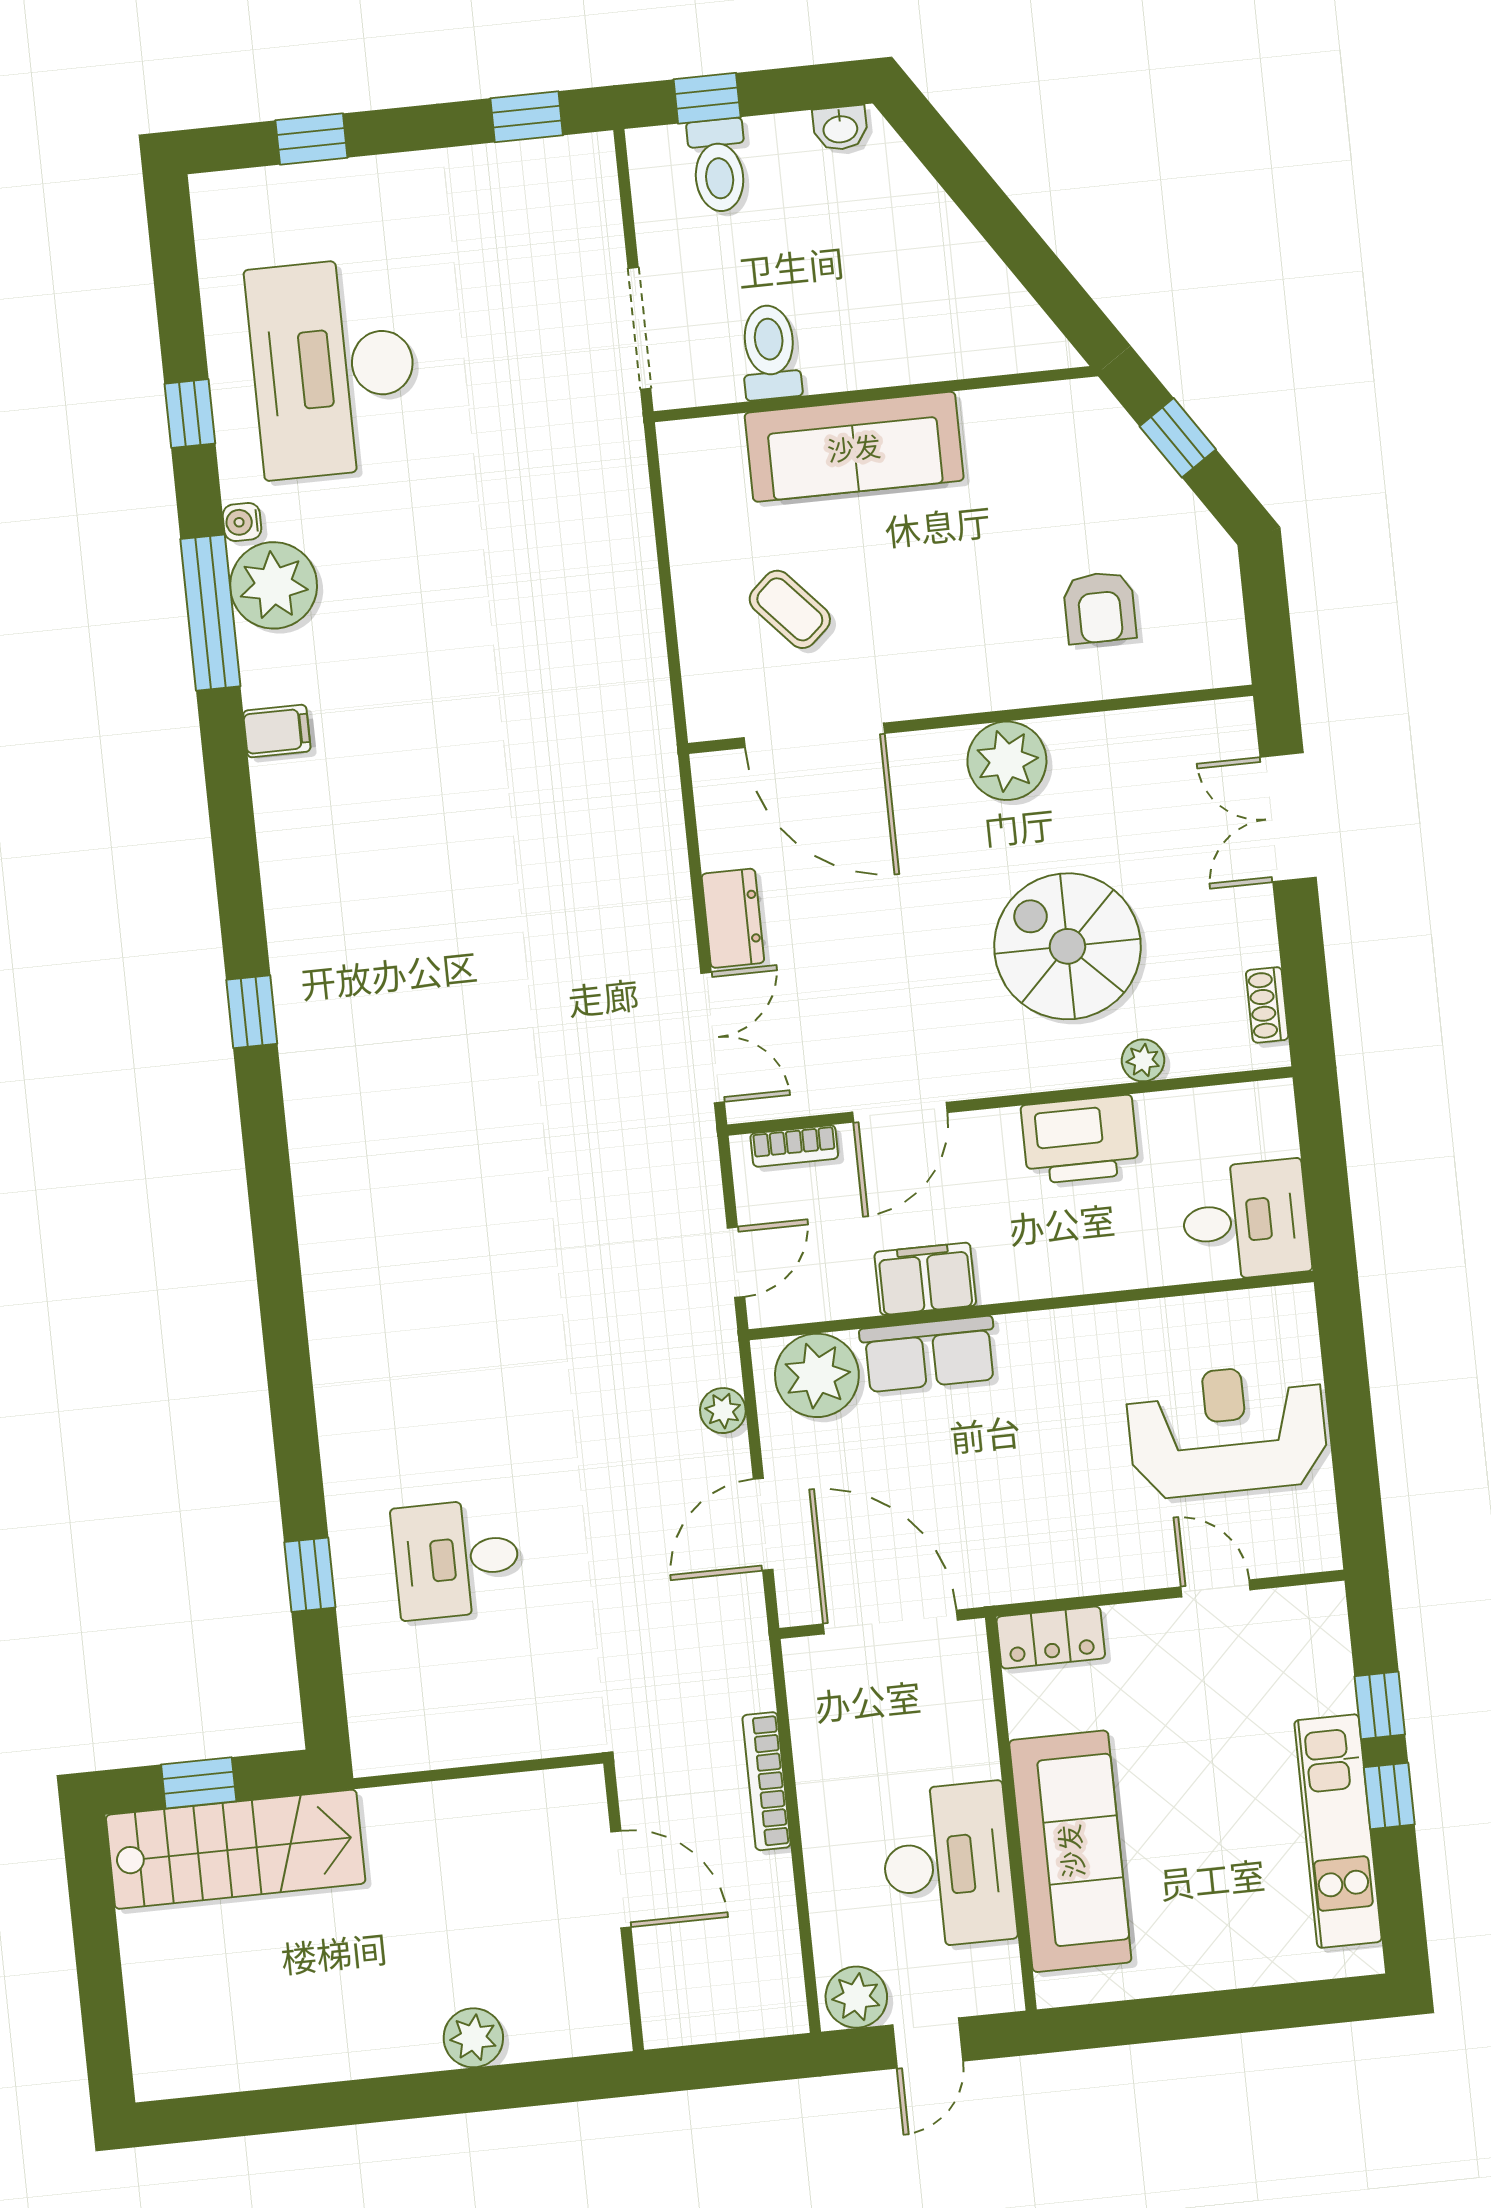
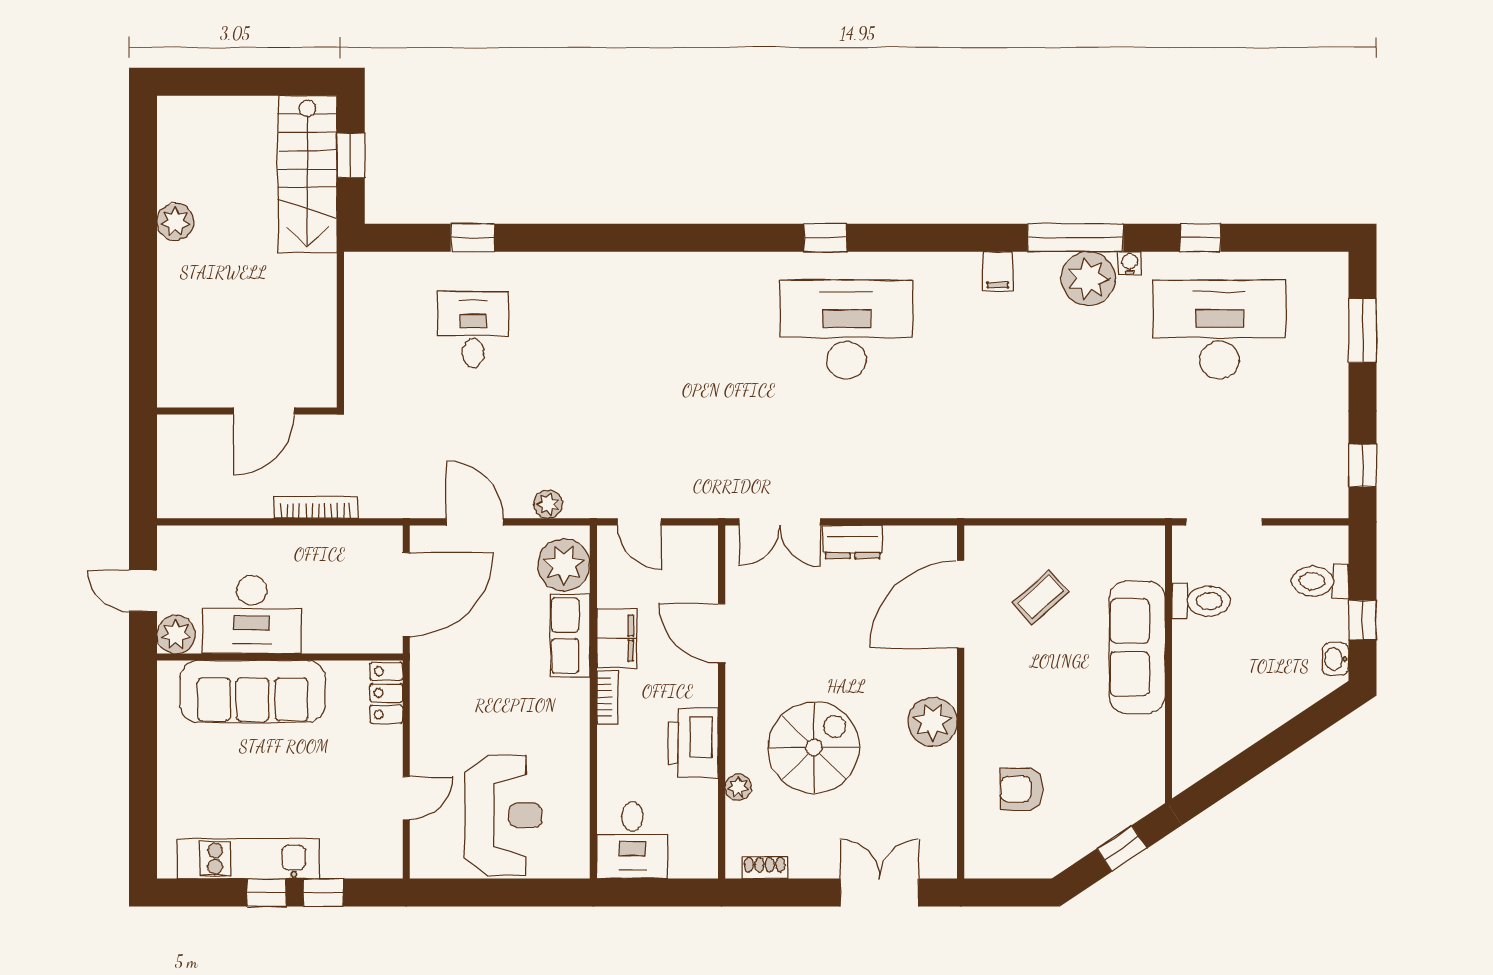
window: (707, 98) -> (1363, 620), moved
window: (311, 139) -> (1363, 331), width x1.50
desk: (395, 963) -> (846, 330), added
bookcase: (794, 1146) -> (607, 697), moved, turned 180
plant: (856, 1997) -> (176, 634), moved
plant: (473, 2038) -> (175, 222), moved

